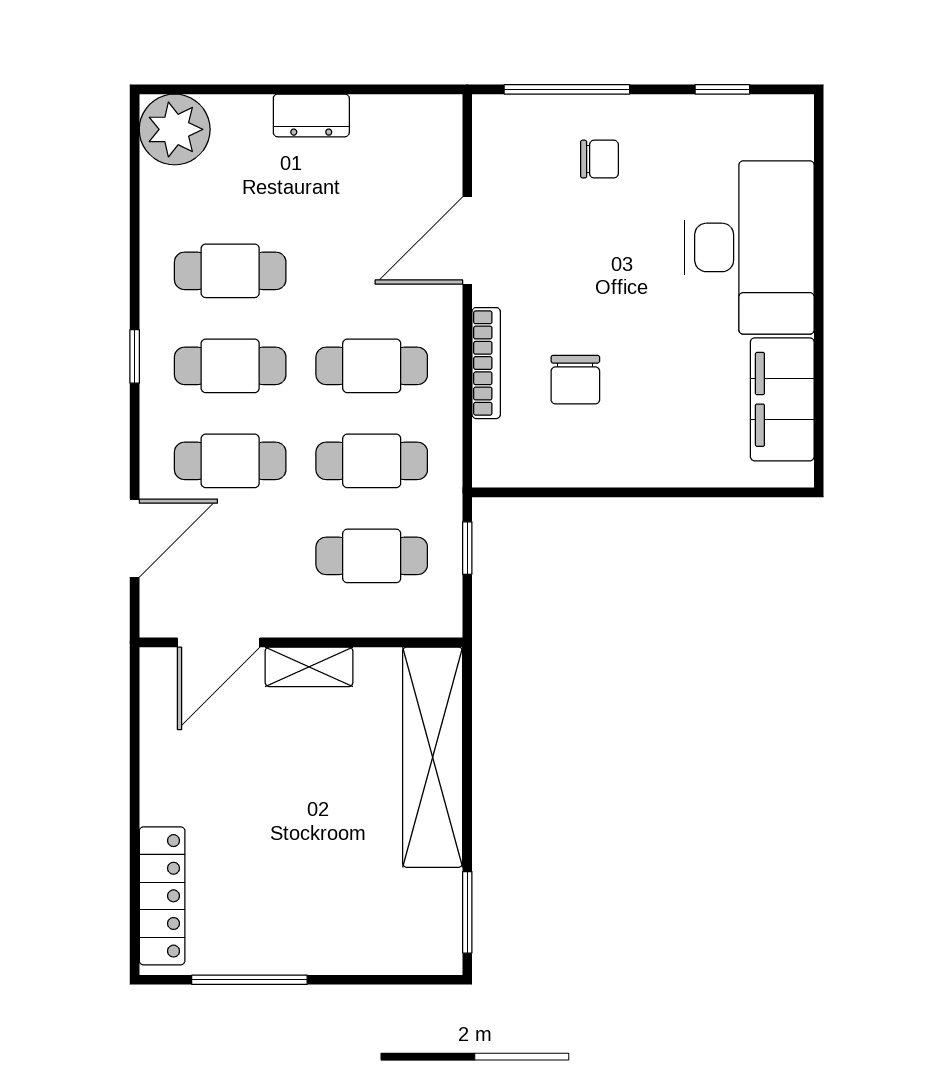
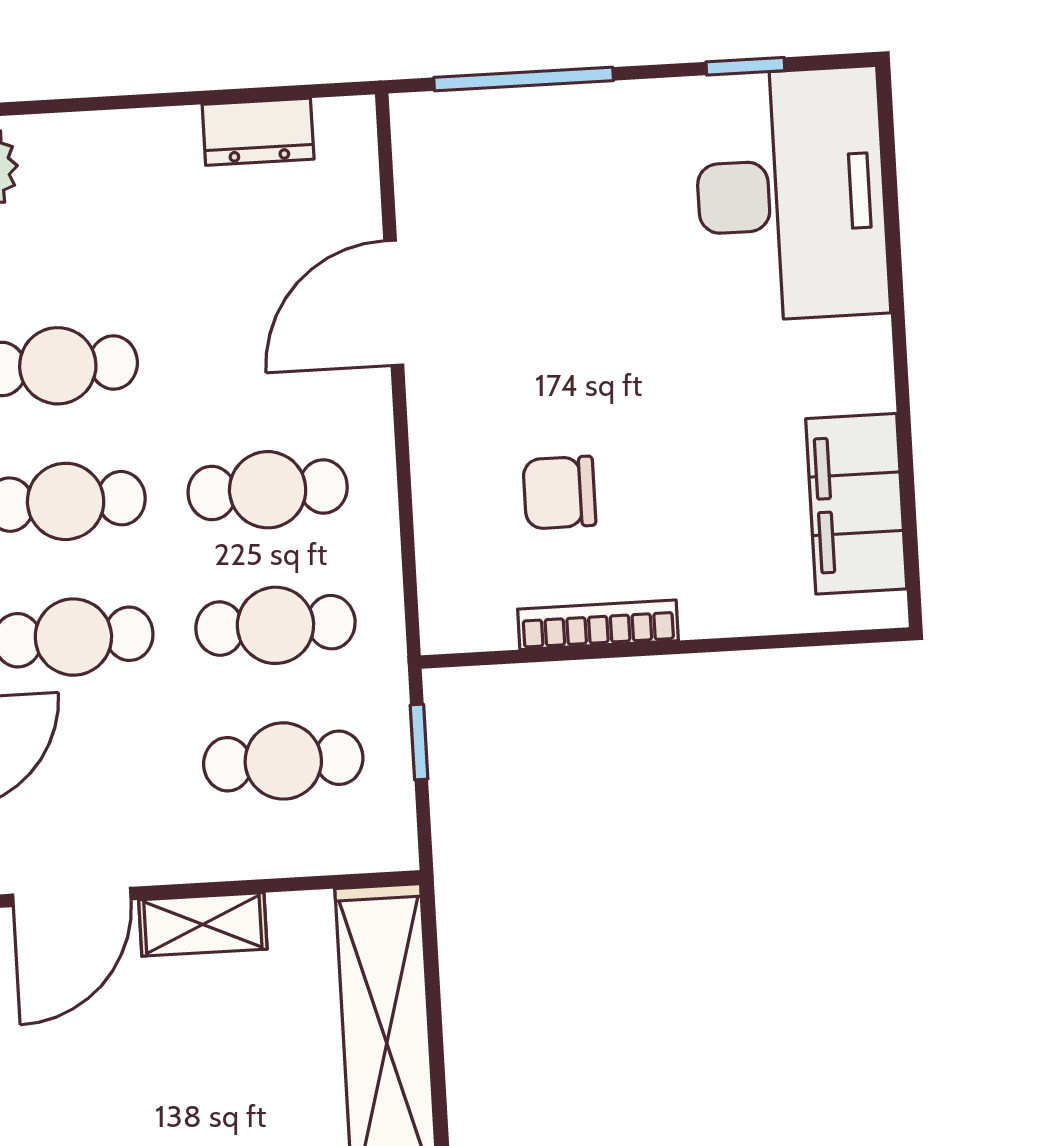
dresser: (311, 115) -> (258, 132), moved
chair: (599, 159) -> (576, 176), removed
desk: (749, 247) -> (791, 194), moved
bookcase: (486, 363) -> (598, 625), moved, turned -90
chair: (575, 380) -> (559, 493), turned 90

